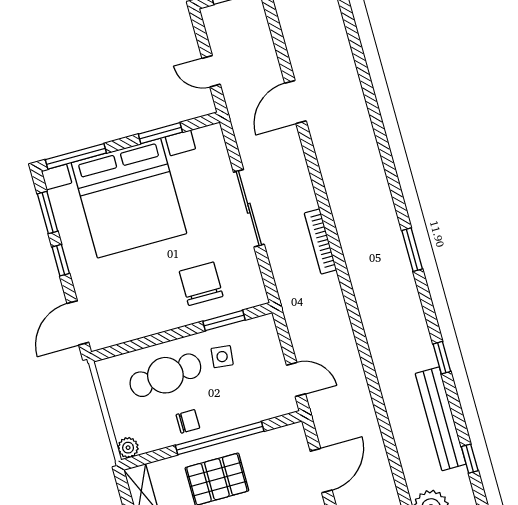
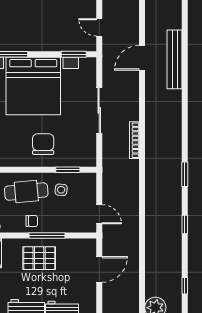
window: (160, 133) -> (74, 54), moved
window: (412, 250) -> (185, 174), moved
chair: (201, 284) -> (43, 144), moved
bench: (441, 419) -> (175, 59), moved
window: (220, 438) -> (47, 235), width x0.68

